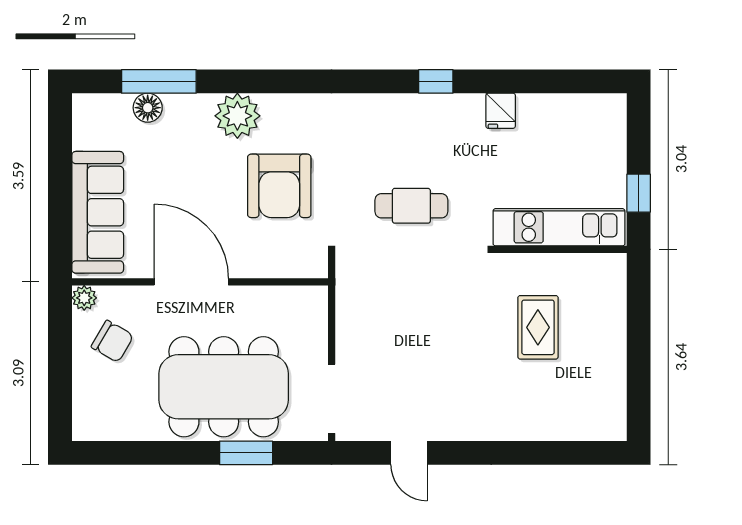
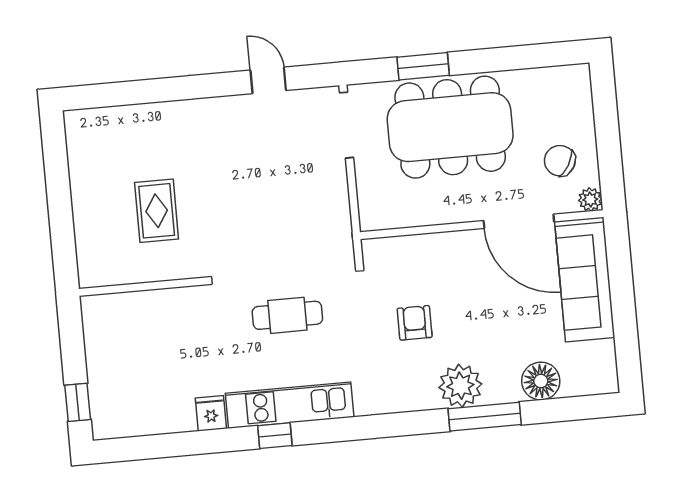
window: (159, 81) -> (485, 417), moved
floor lamp: (148, 108) -> (541, 381), width x1.38, depth x1.38
armchair: (279, 186) -> (415, 323), width x0.53, depth x0.53
window: (639, 193) -> (78, 402), moved
kitchen unit: (559, 227) -> (290, 405), moved, turned 180
door: (191, 282) -> (519, 221), moved

